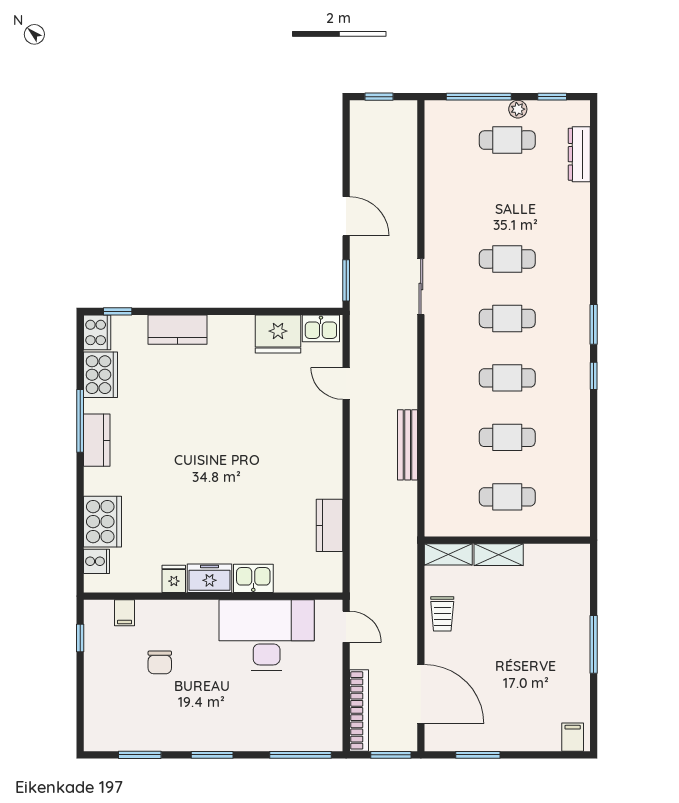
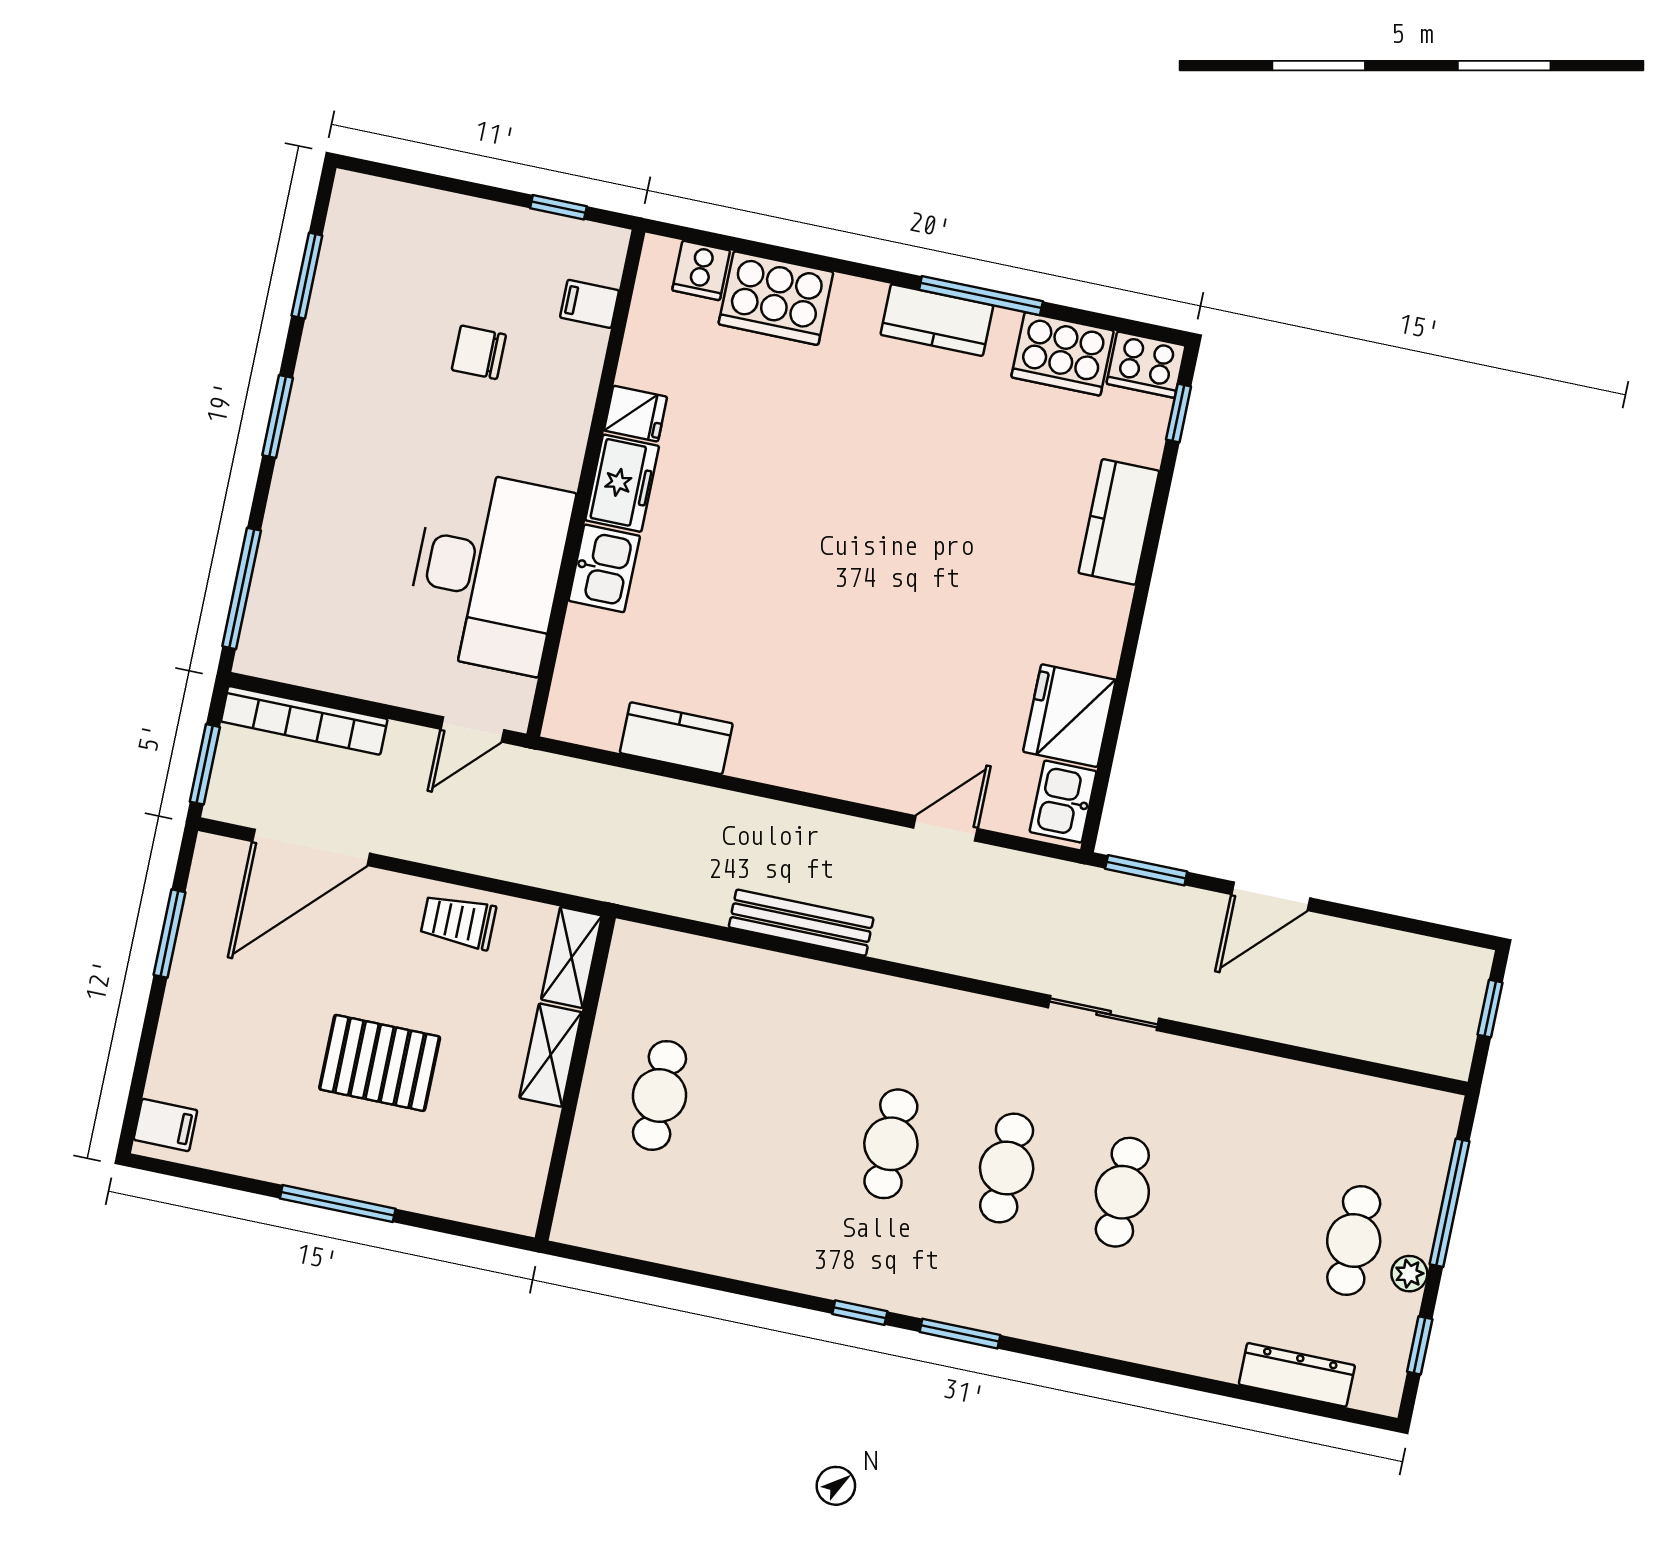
cafe table: (507, 437) -> (775, 1120), removed
pallet: (520, 638) -> (380, 1063), added

